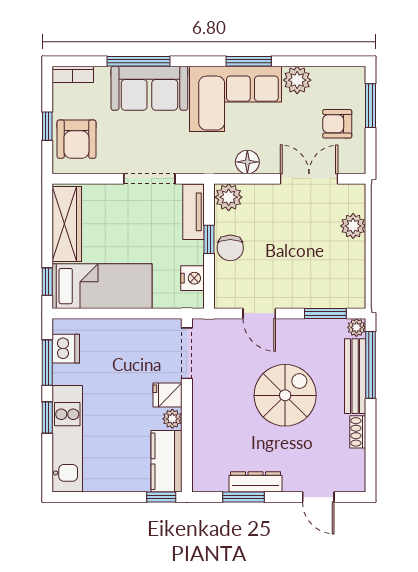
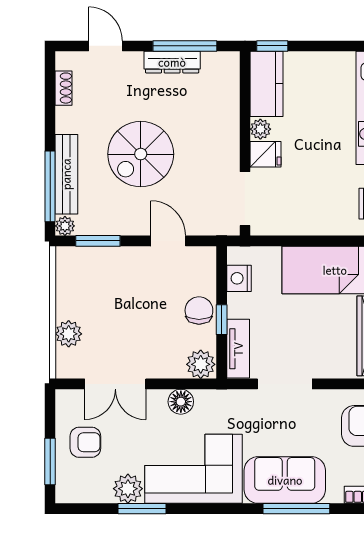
window: (249, 61) -> (142, 509), moved
shoe rack: (358, 432) -> (64, 88), moved
window: (244, 497) -> (185, 46), width x1.44

